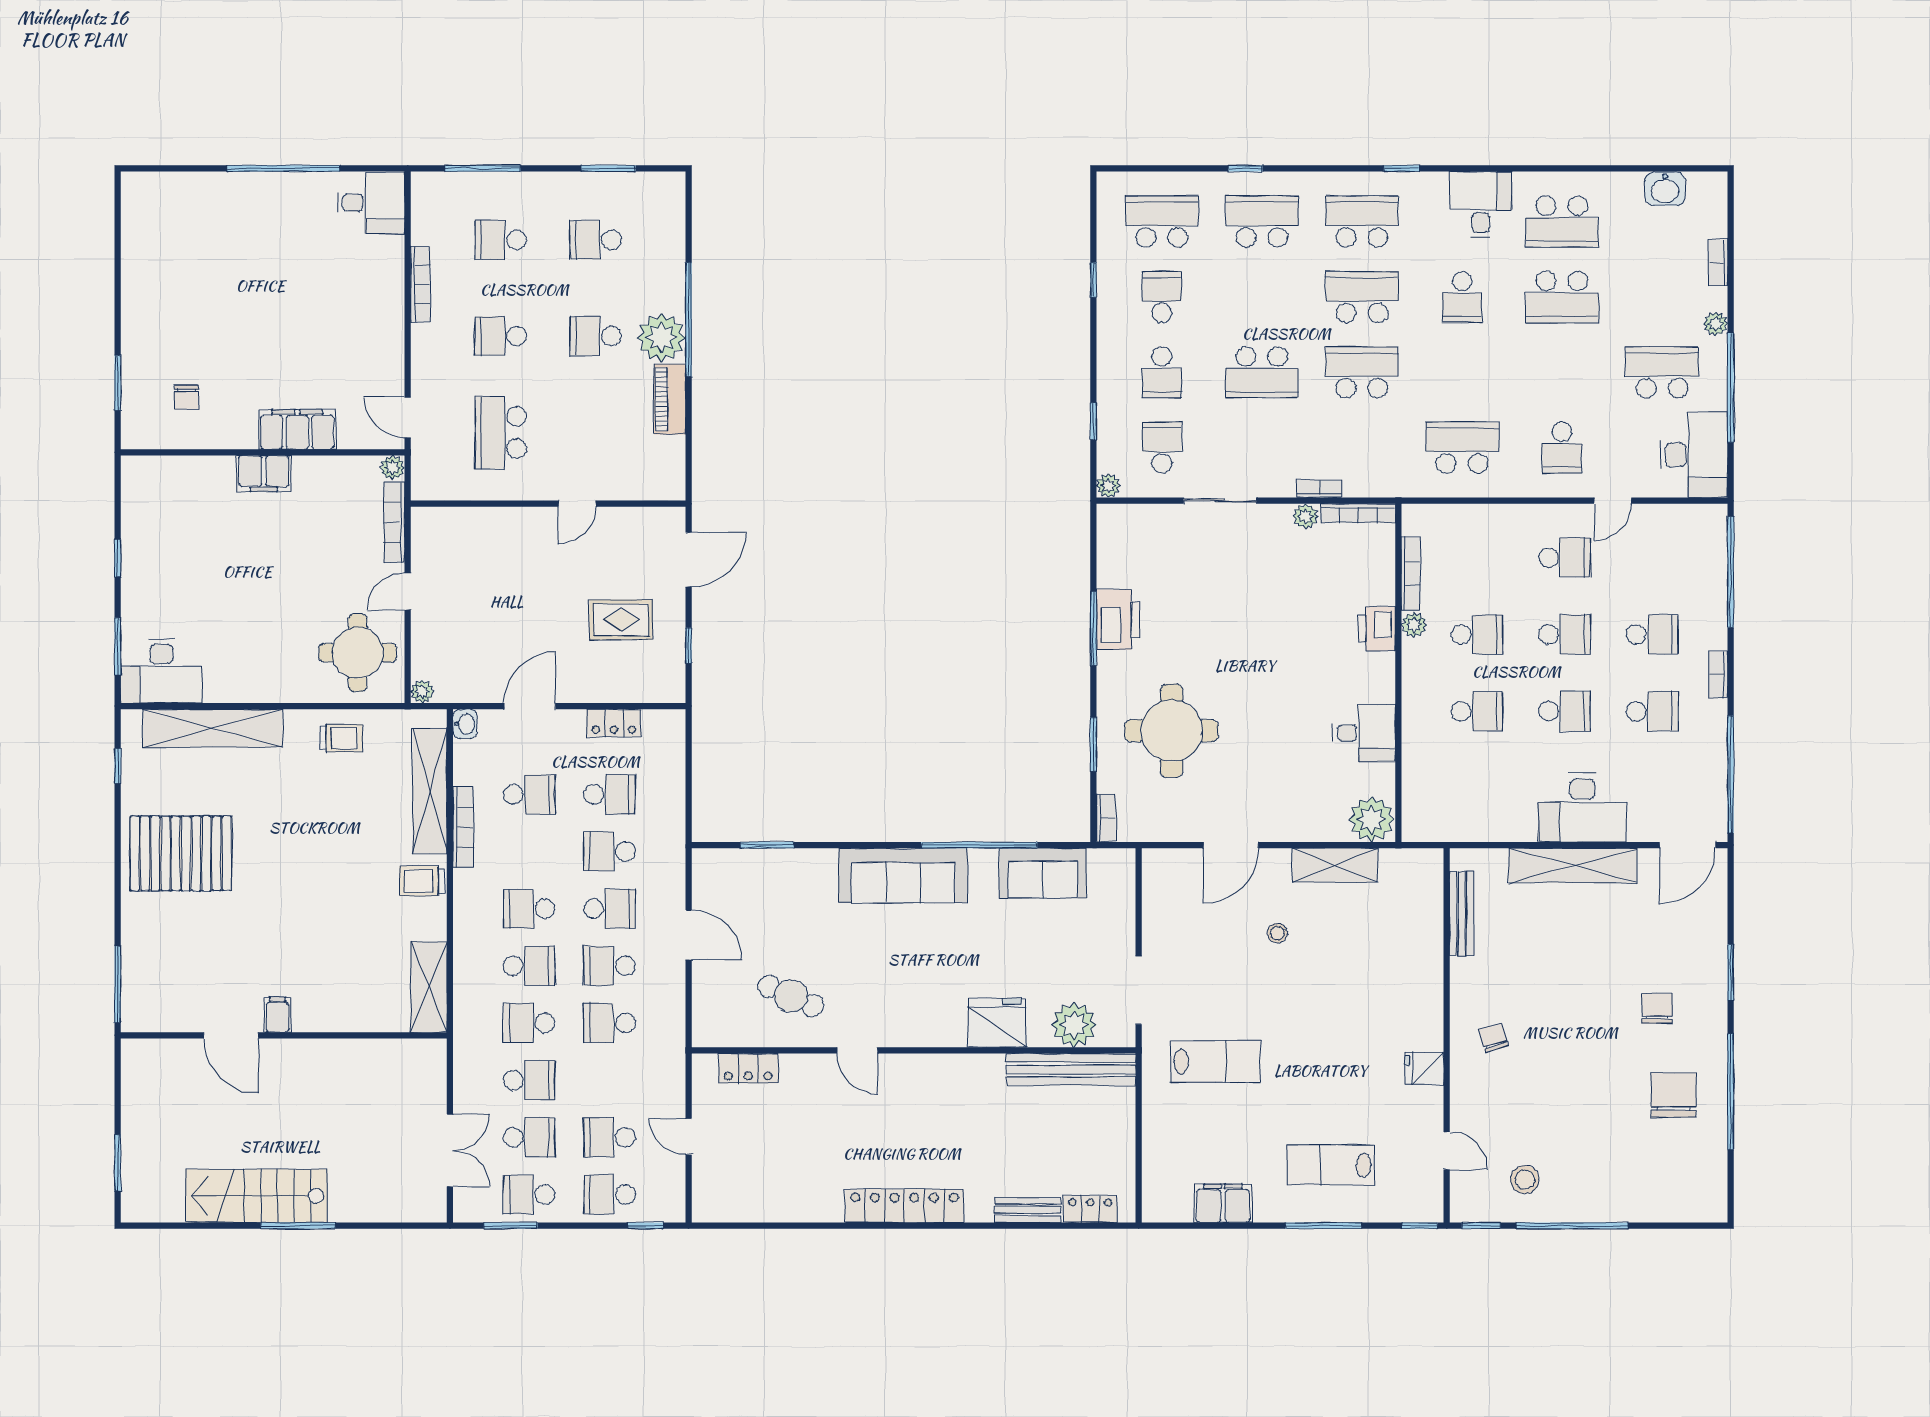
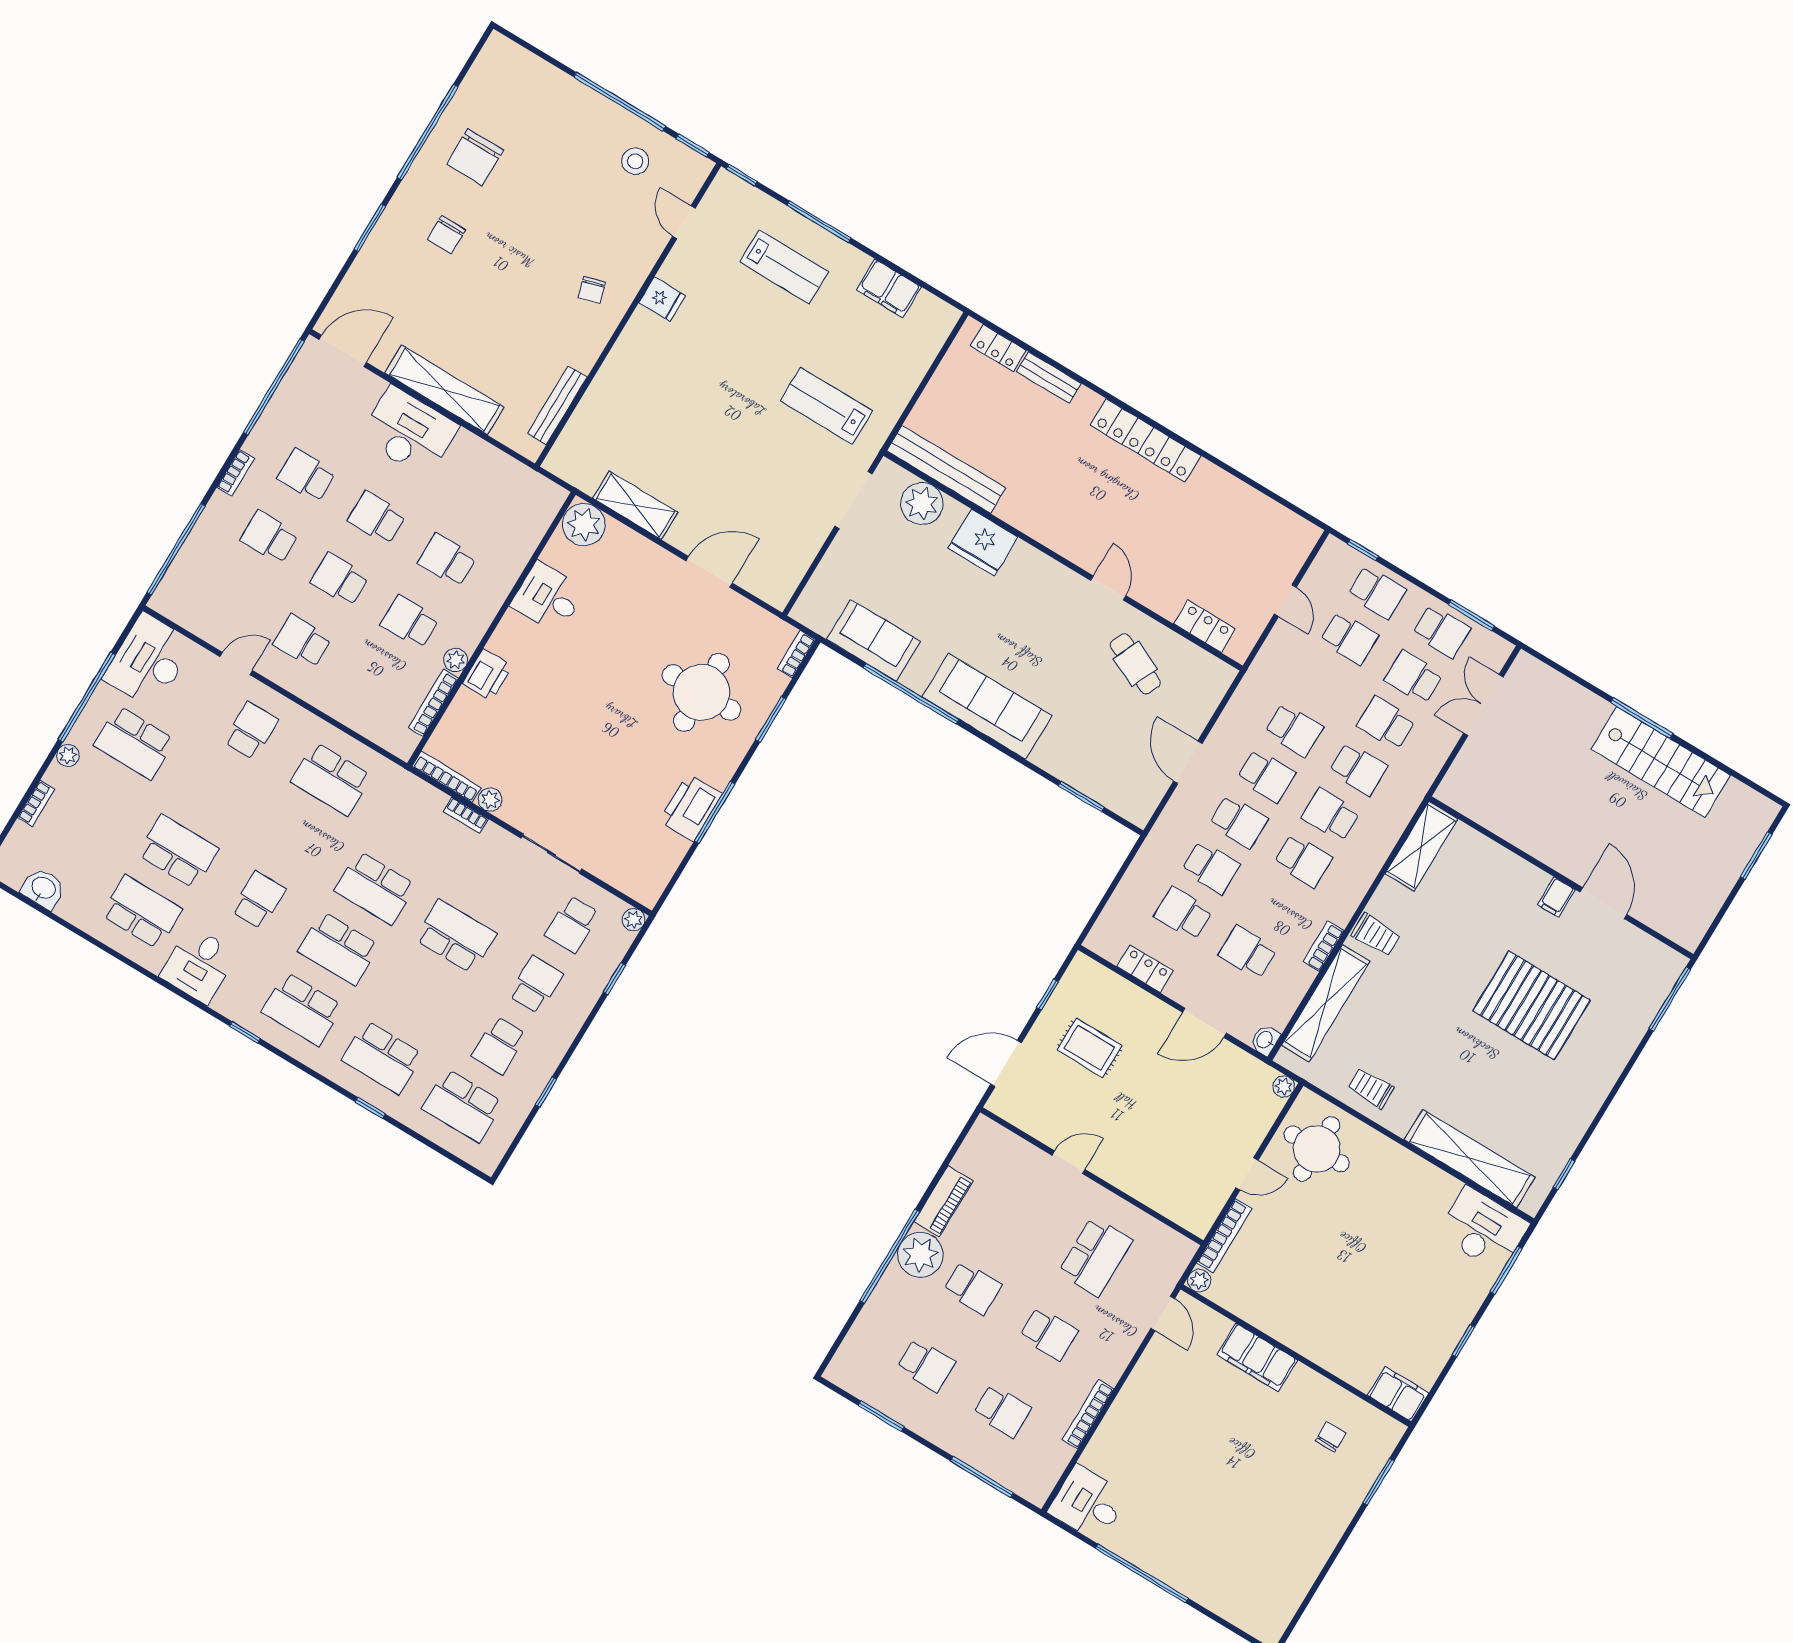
filing cabinet: (264, 474) -> (1398, 1394), moved
bookcase: (463, 827) -> (1323, 946), width x0.64
pallet: (181, 853) -> (1532, 1005), moved
school desk: (609, 909) -> (1239, 822), turned 180
stool: (1277, 933) -> (715, 479), removed

